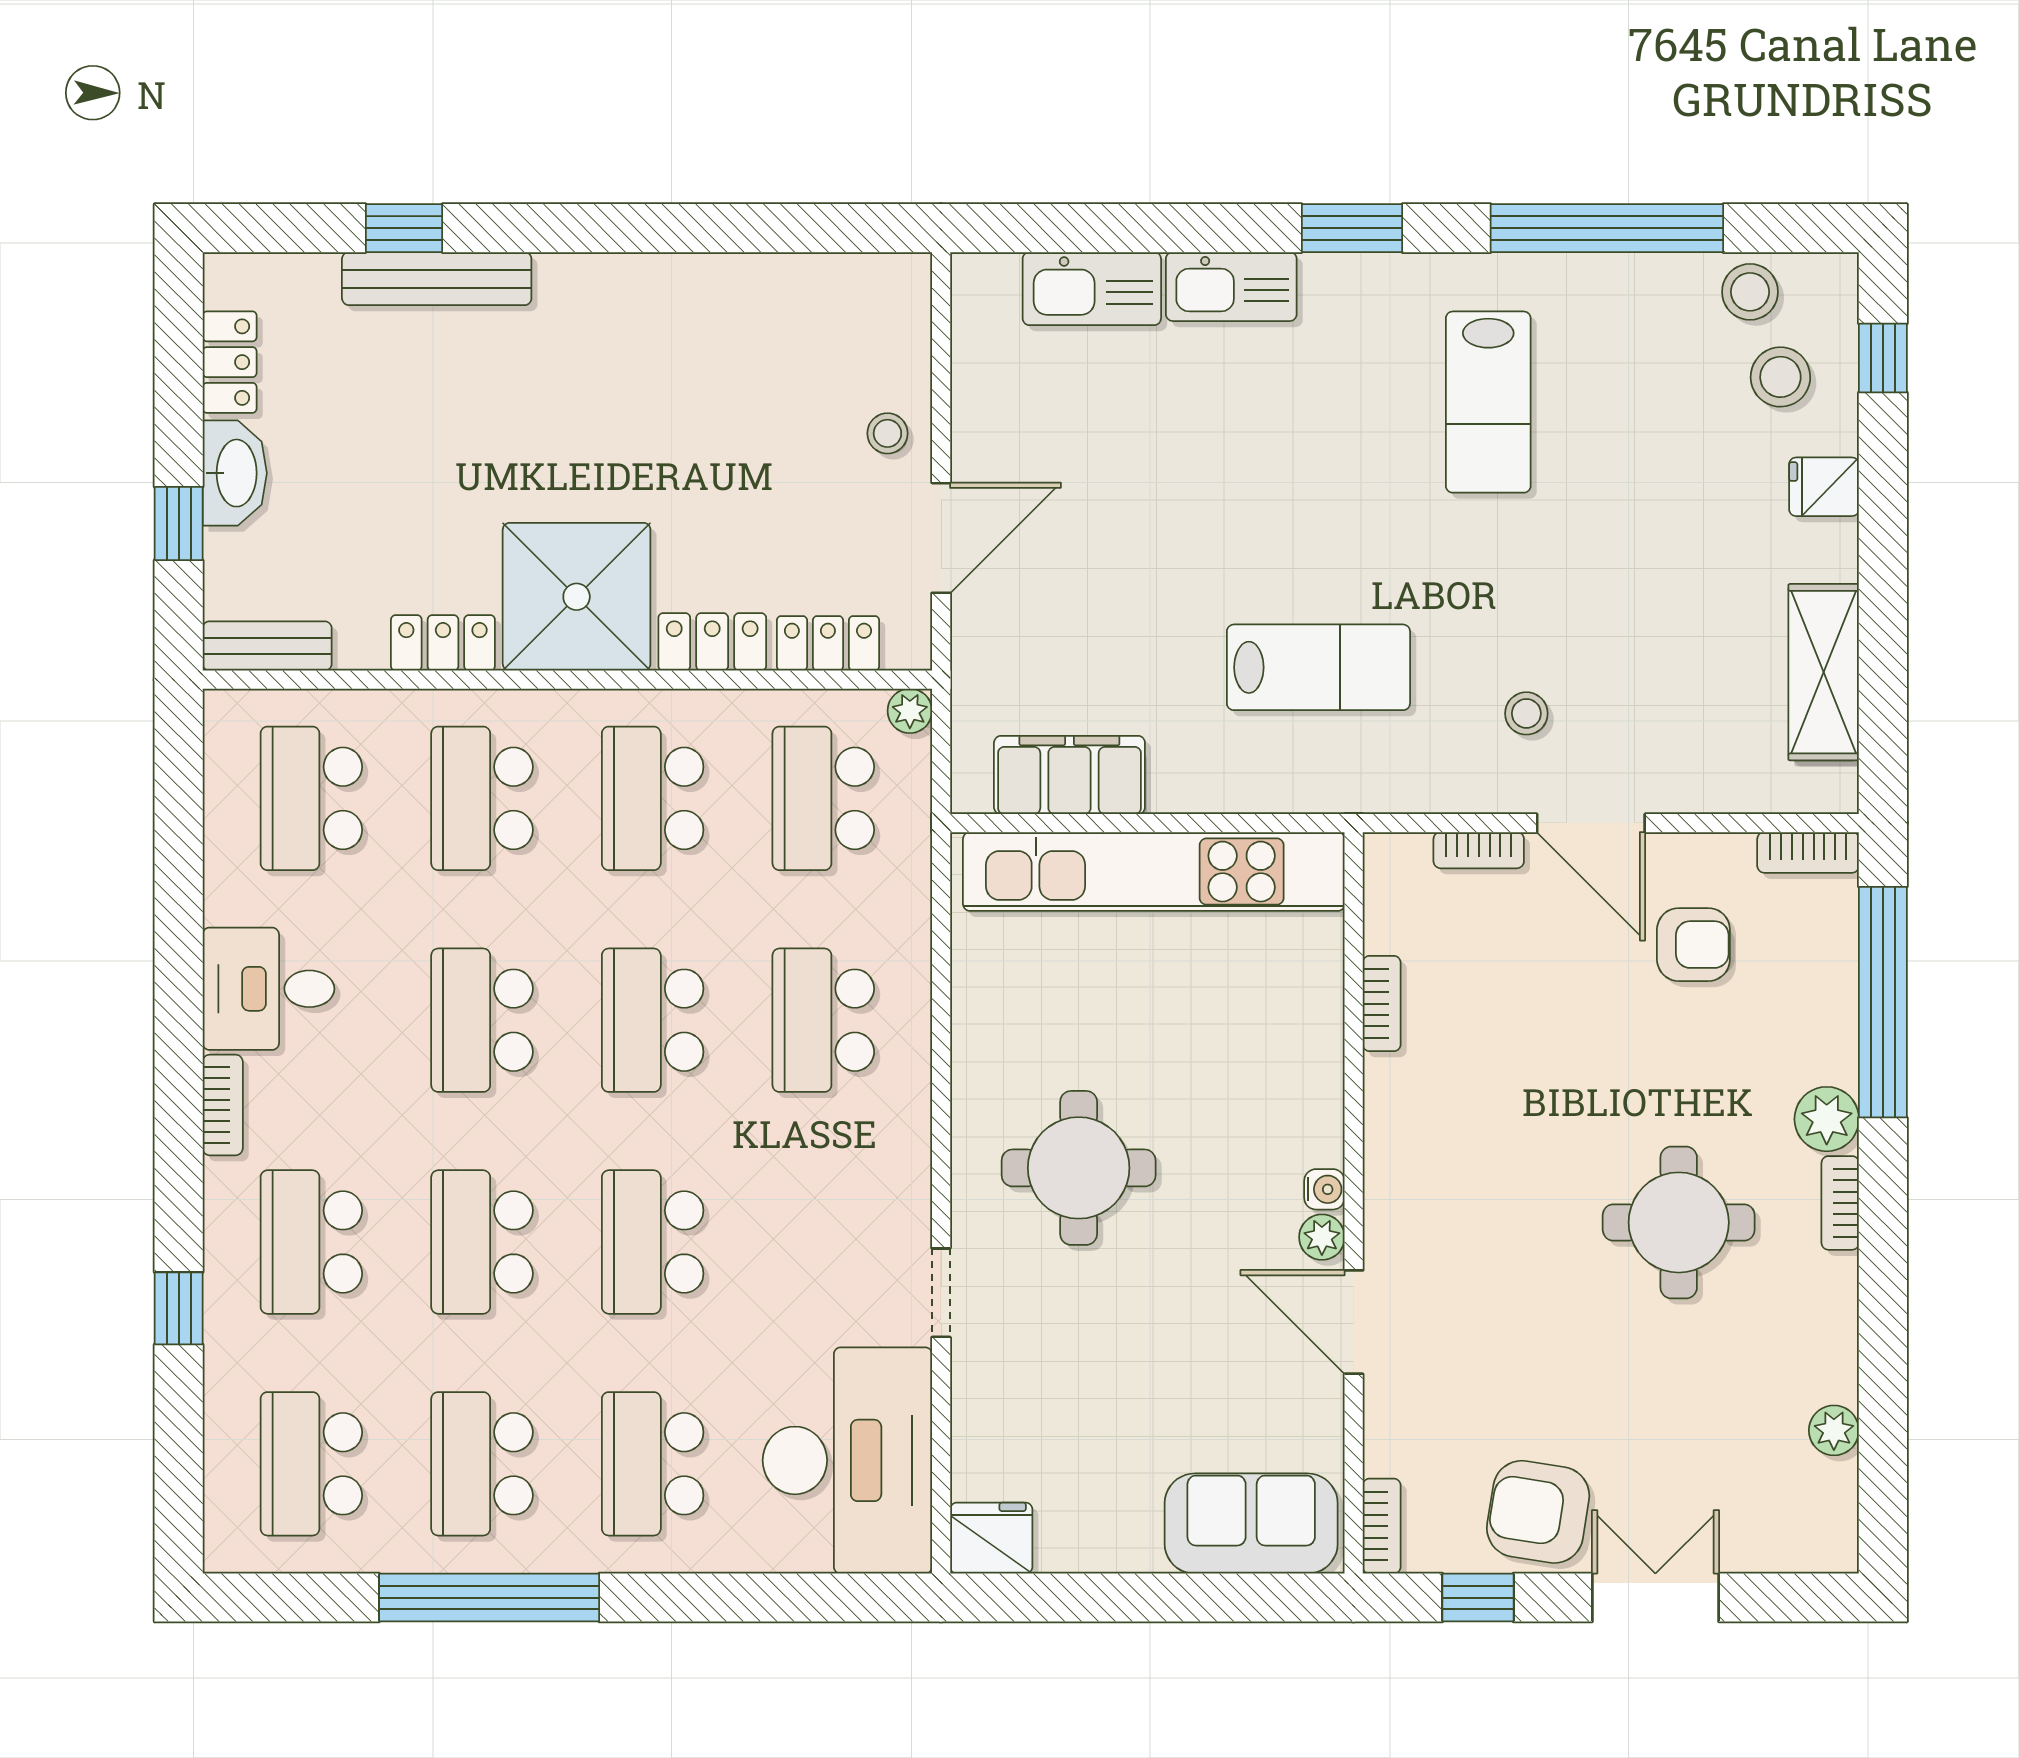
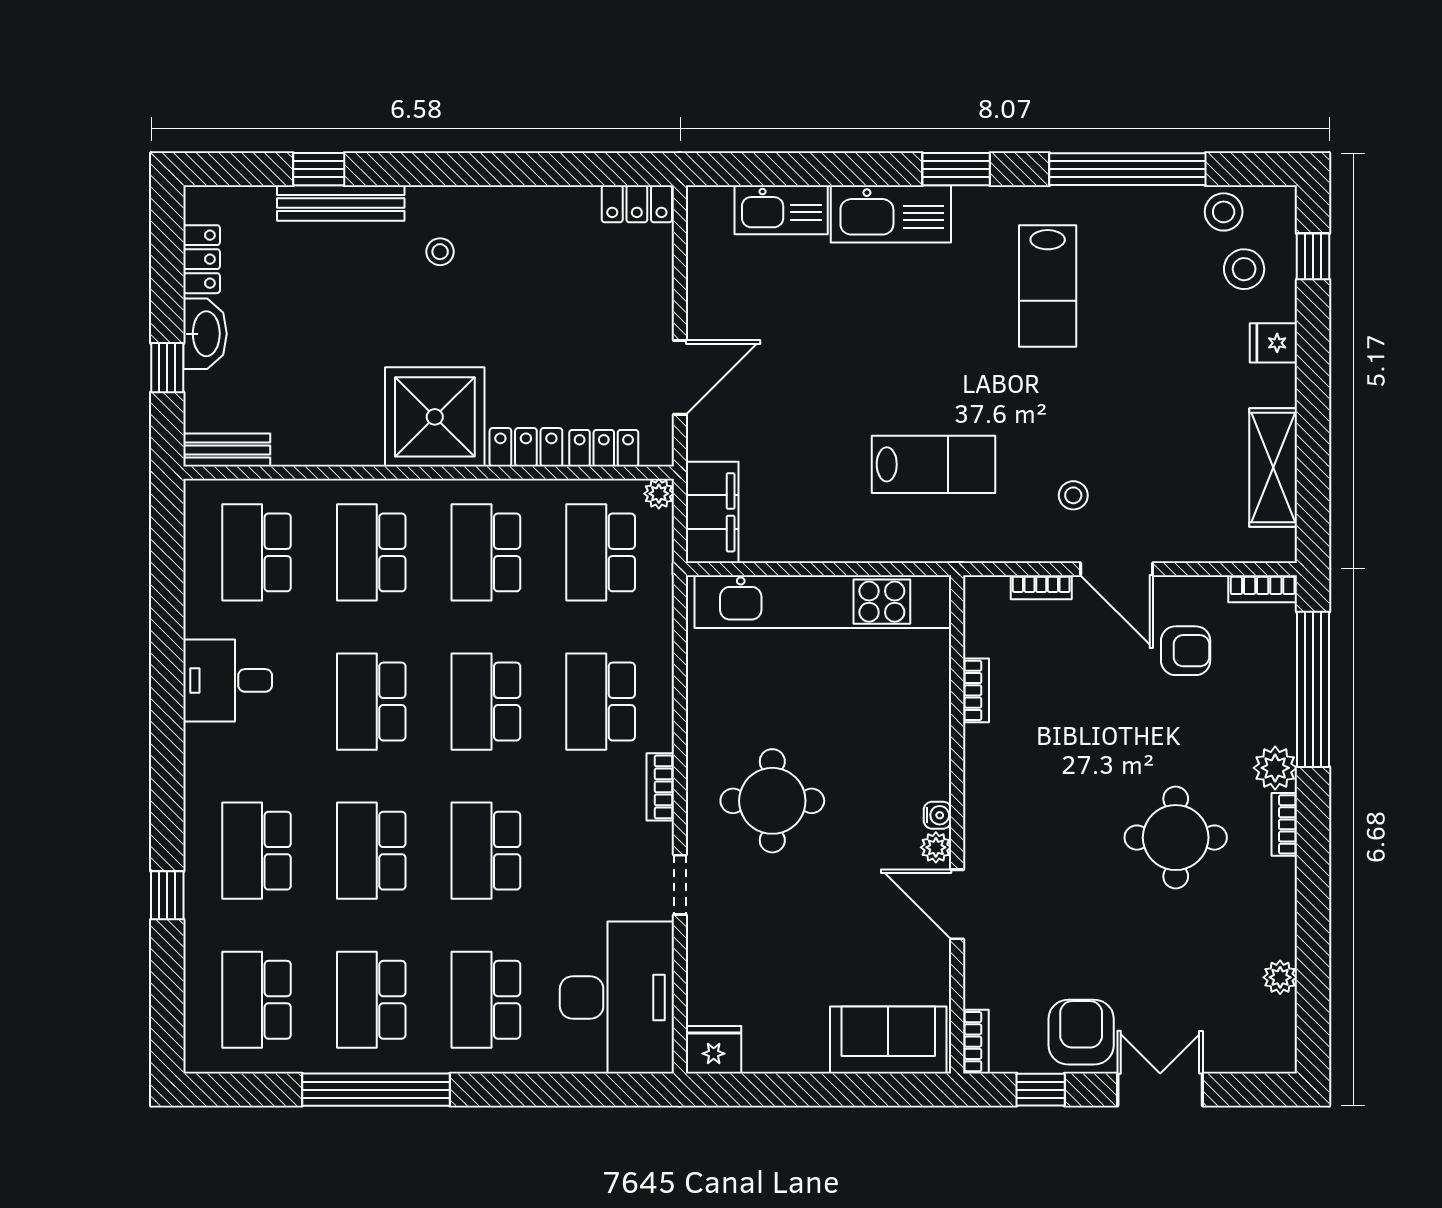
kitchen sink: (1231, 287) -> (891, 214), width x1.36, depth x1.24
stool: (887, 433) -> (440, 252), moved
locker: (443, 643) -> (637, 204), moved, turned 180
filing cabinet: (1069, 775) -> (712, 512), moved, turned 90
bookcase: (223, 1105) -> (660, 787), moved, turned 180
armchair: (1538, 1512) -> (1081, 1032), turned 81

